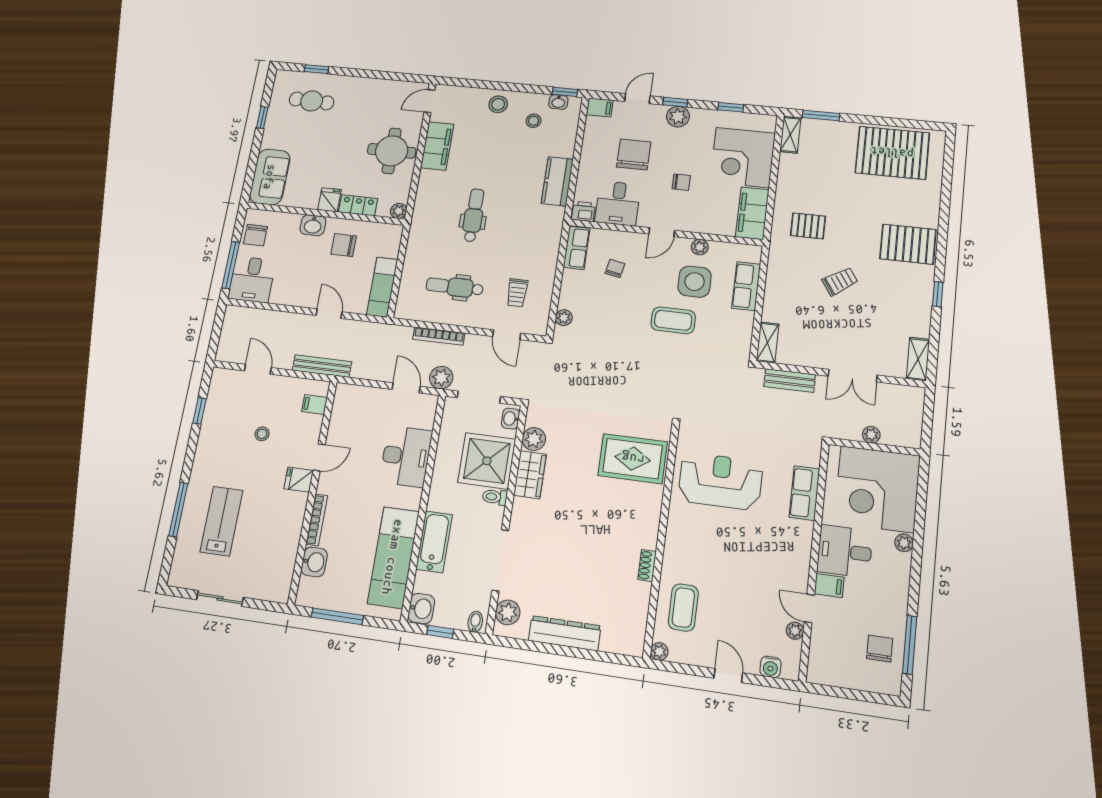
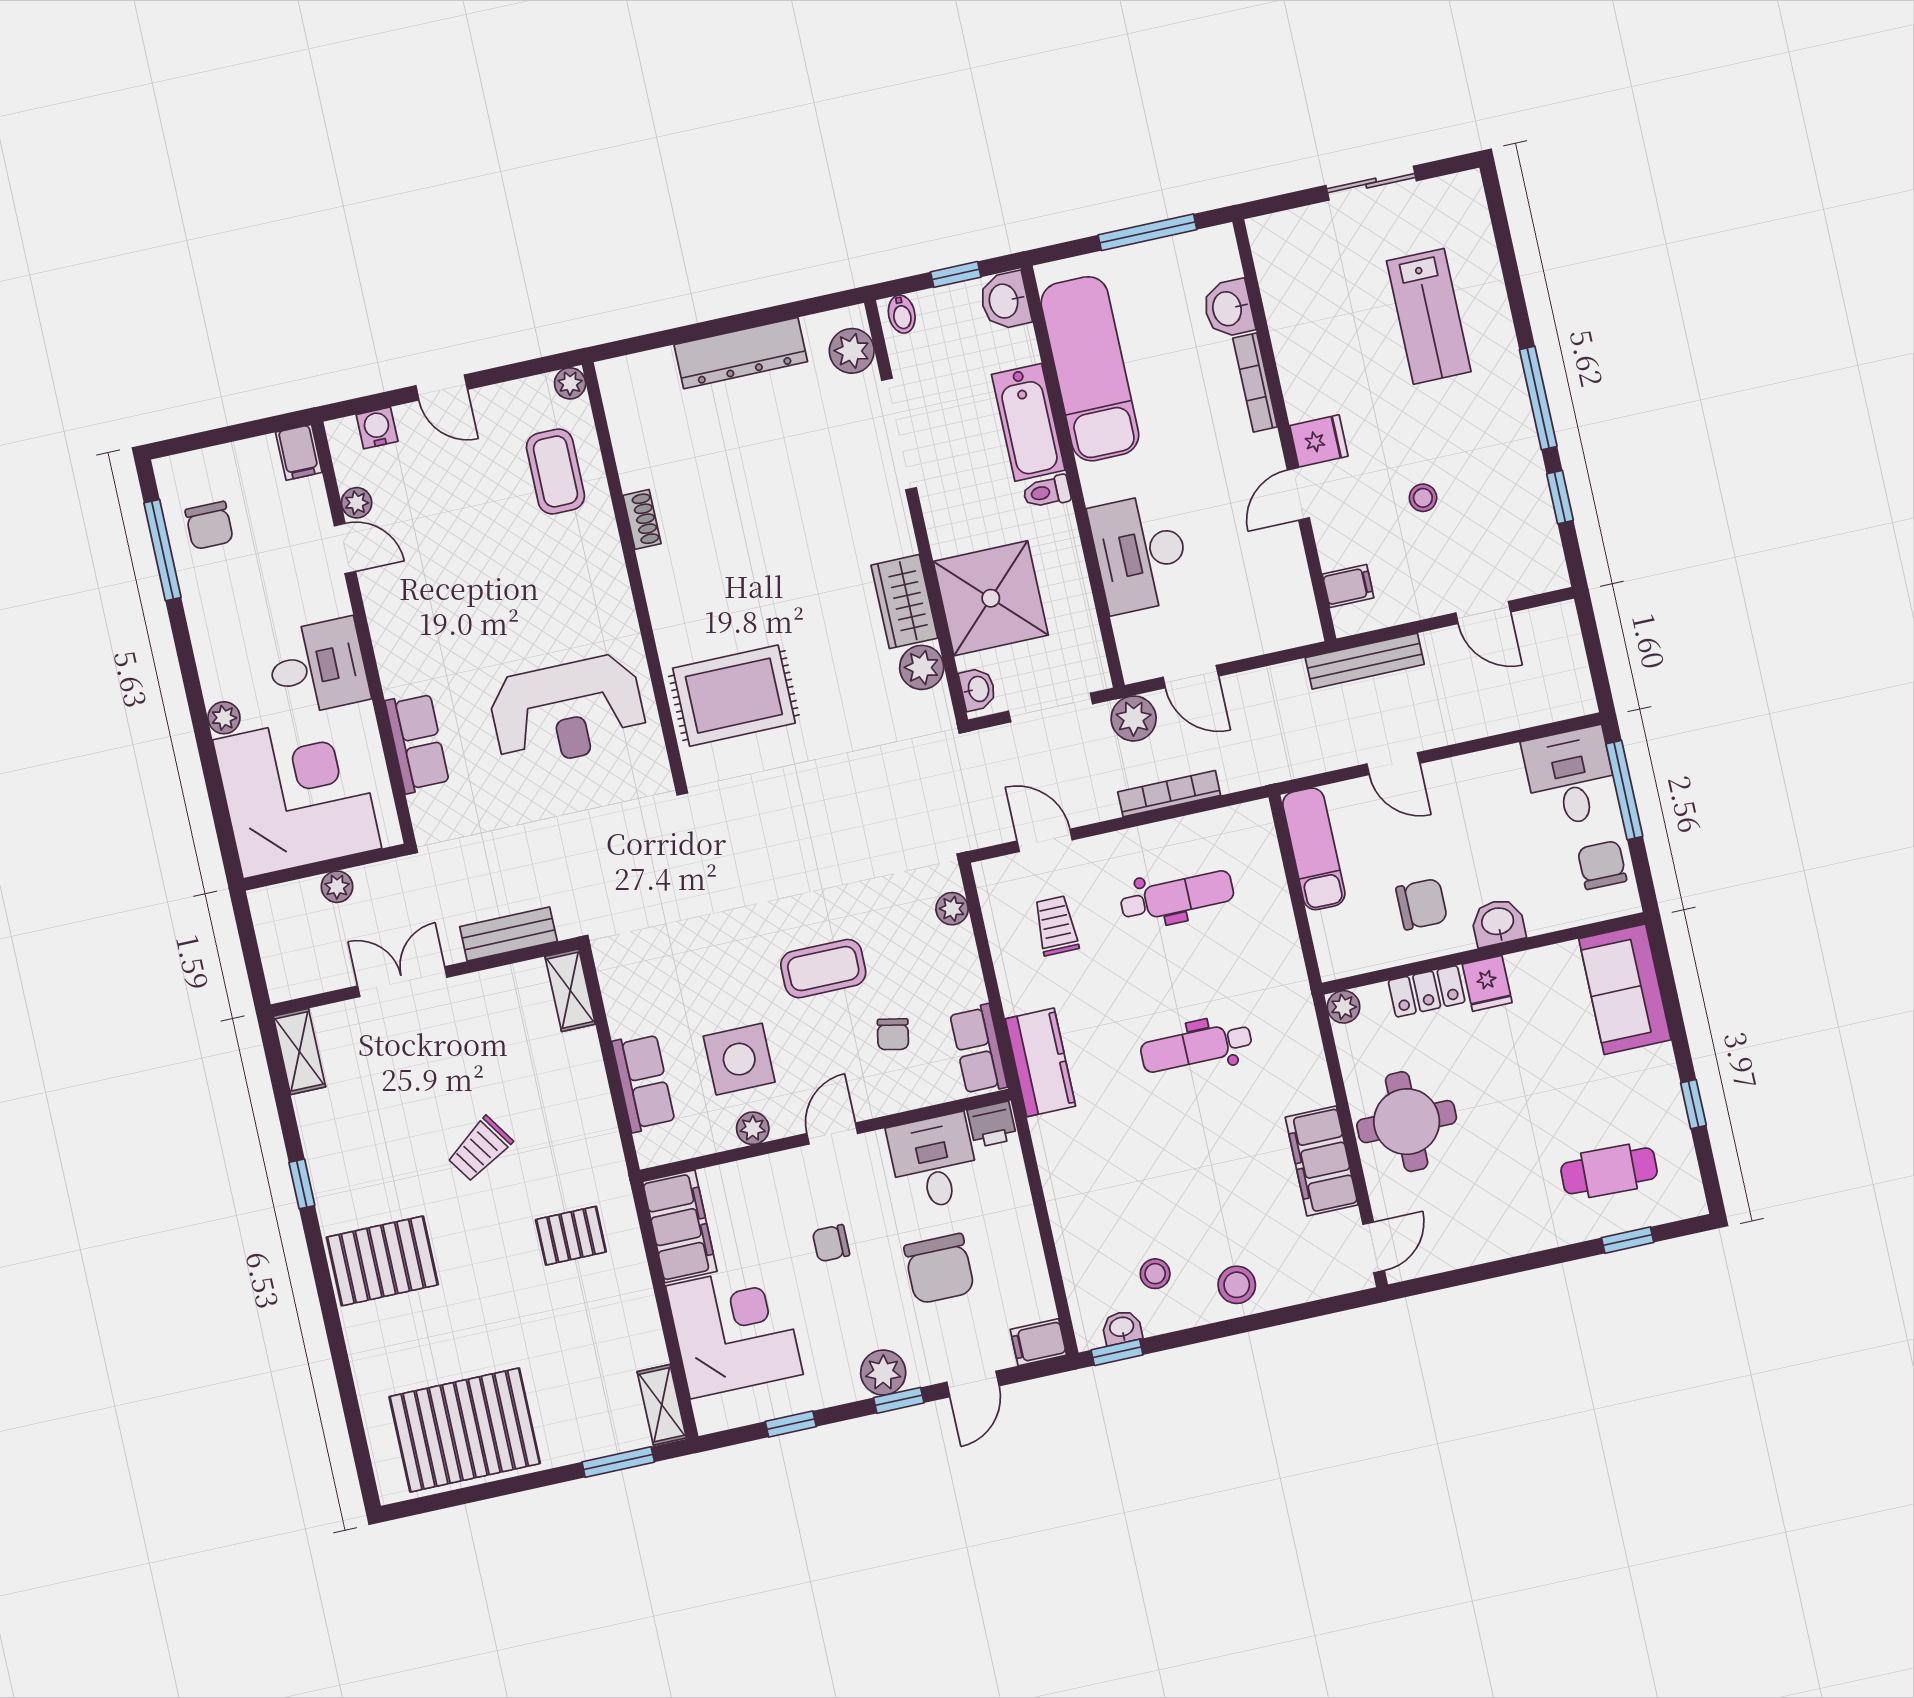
kitchen counter: (557, 181) -> (1040, 1062), moved
dental chair: (474, 215) -> (1196, 1047), turned 90
coffee table: (673, 320) -> (823, 969), moved
toilet: (495, 497) -> (1047, 492), moved, turned 180
window: (178, 510) -> (1538, 398), moved
filing cabinet: (829, 586) -> (299, 452), moved, turned -90

